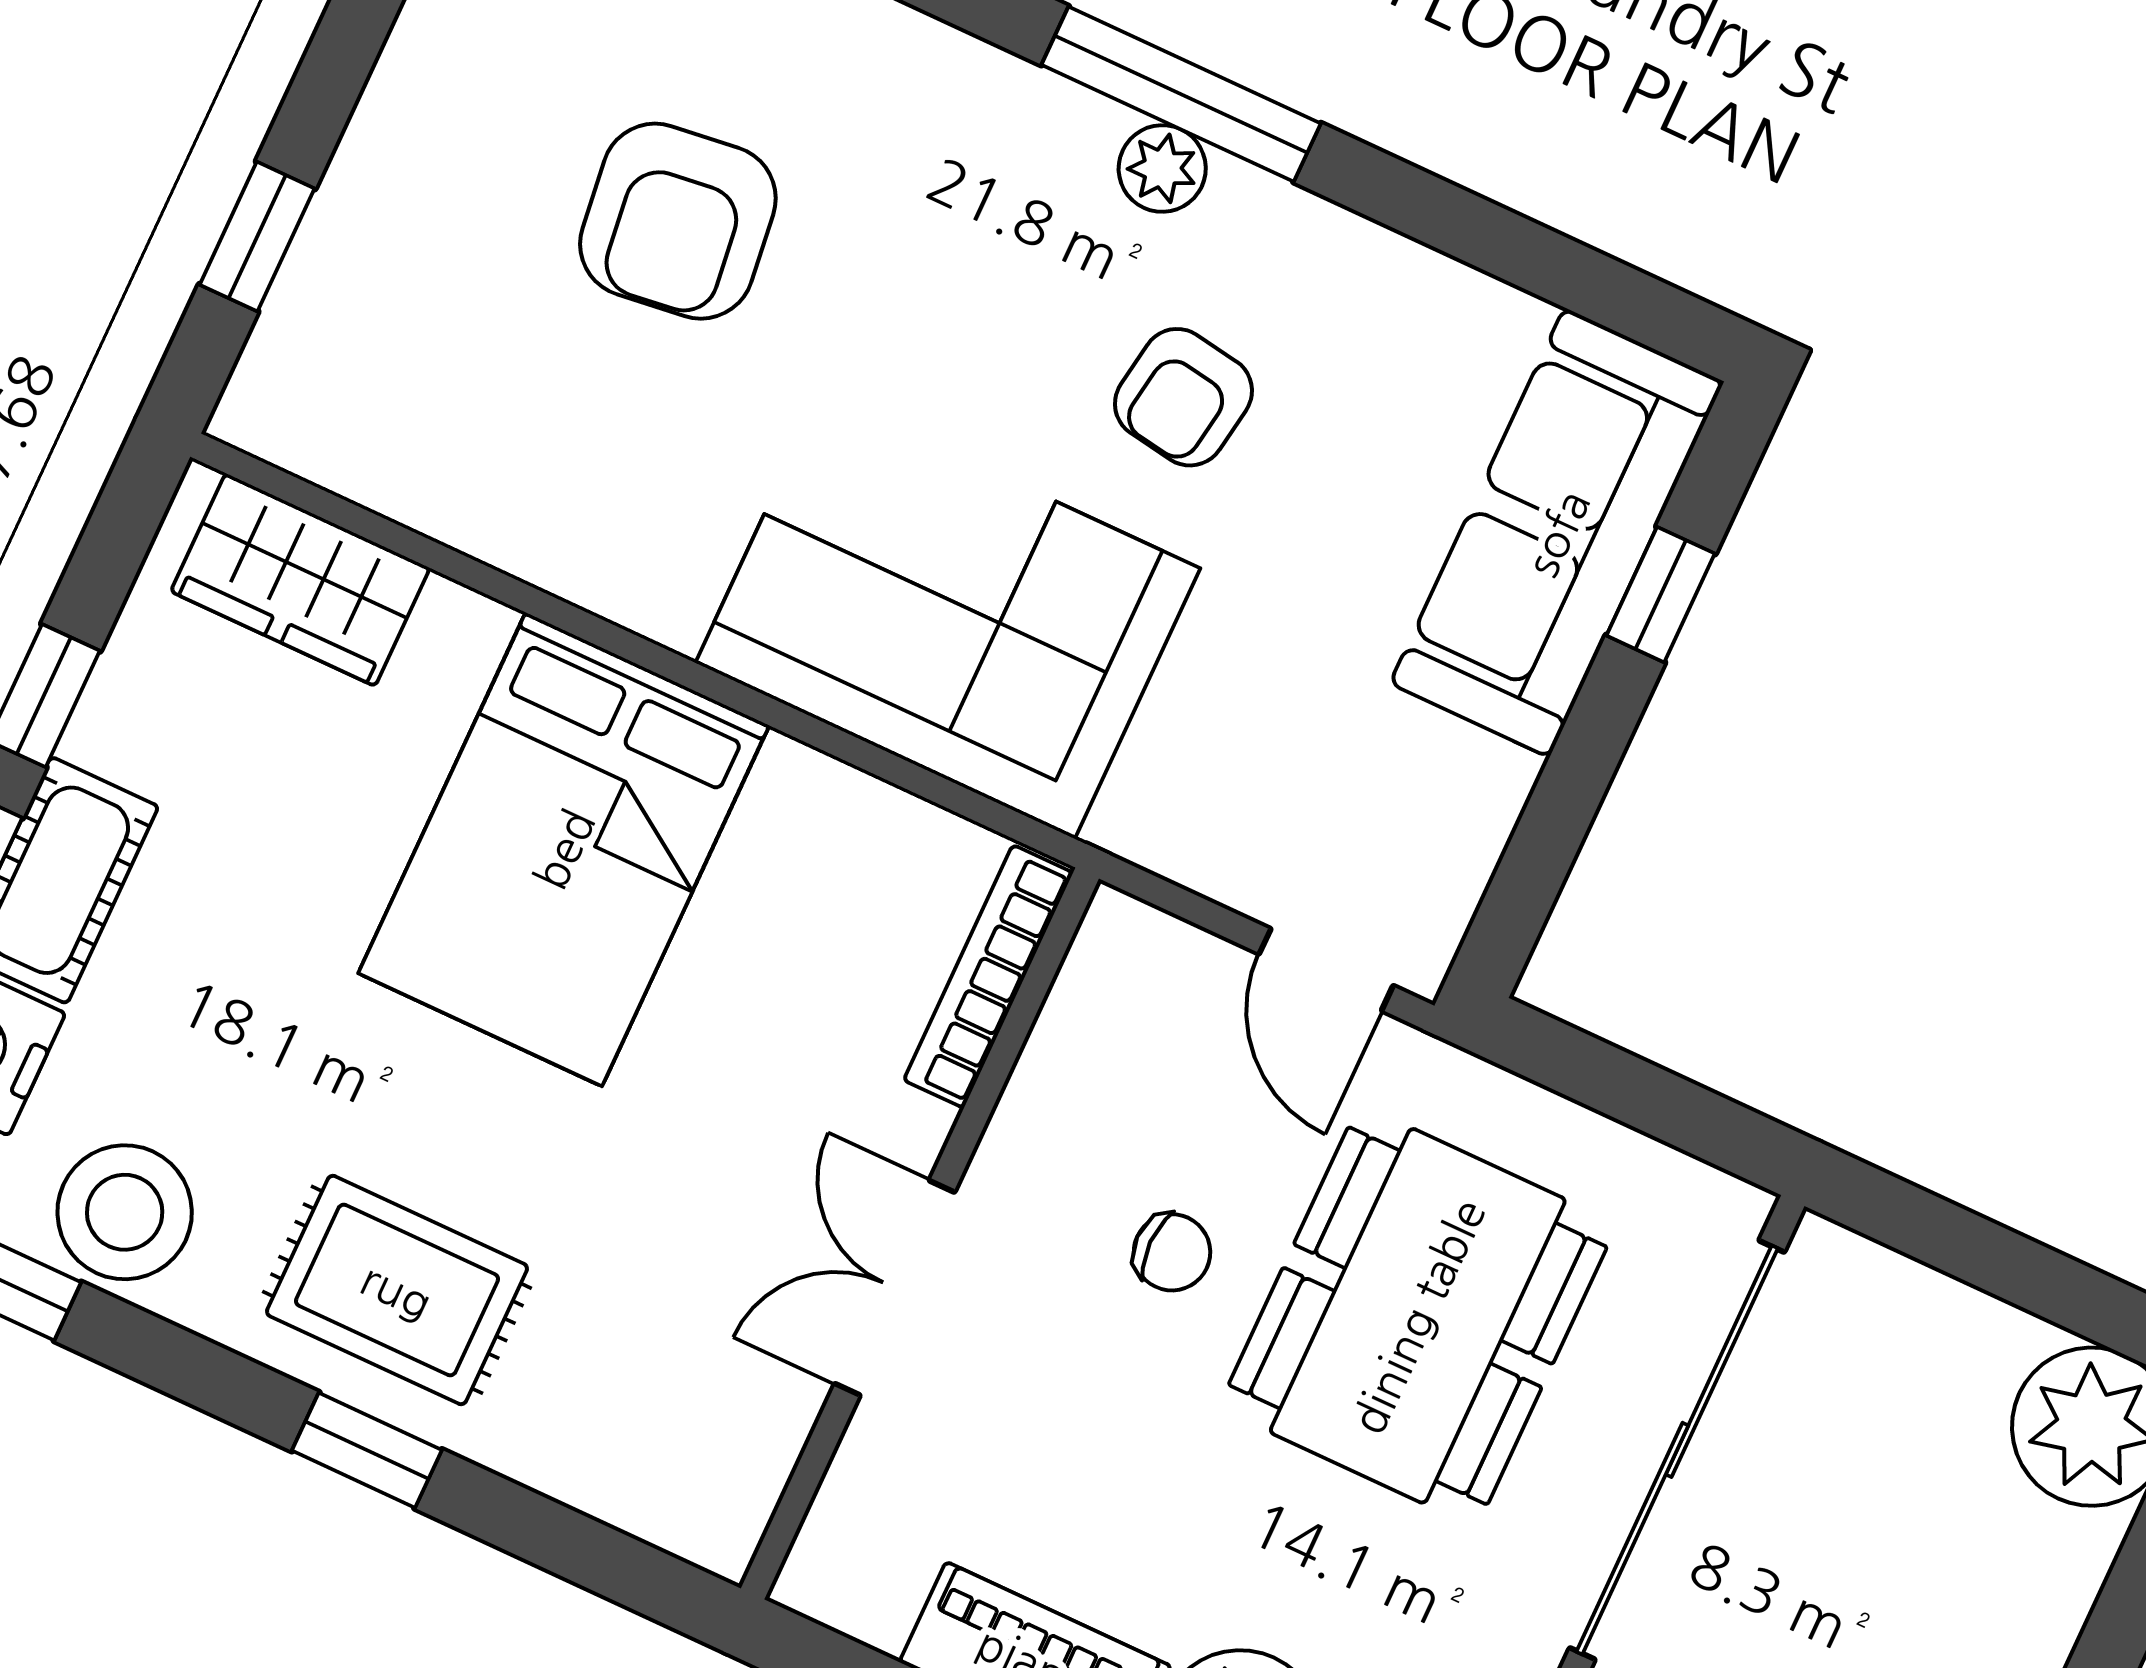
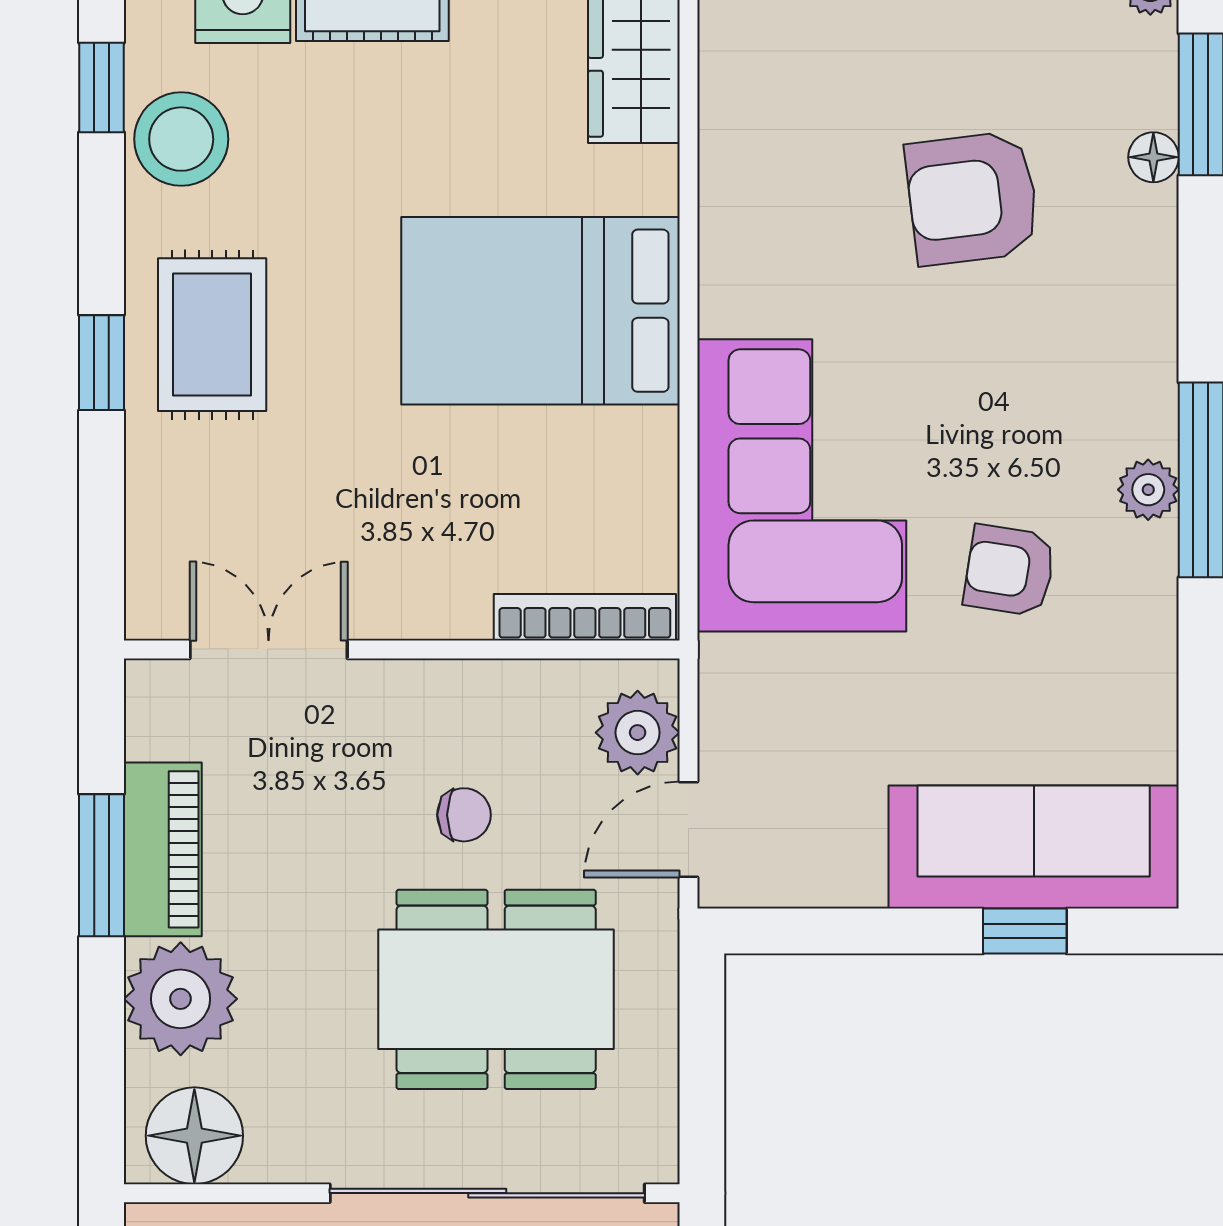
plant: (1170, 978) -> (638, 733), added
chair: (1172, 1252) -> (464, 815), turned -90
double door: (895, 1288) -> (269, 649), moved

